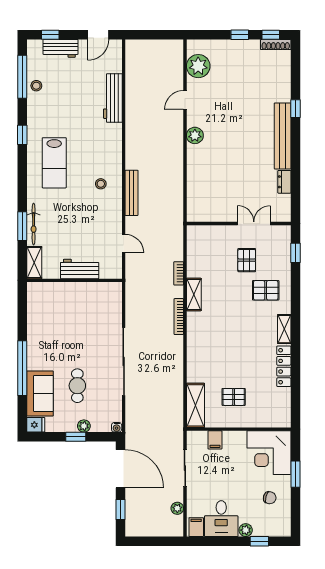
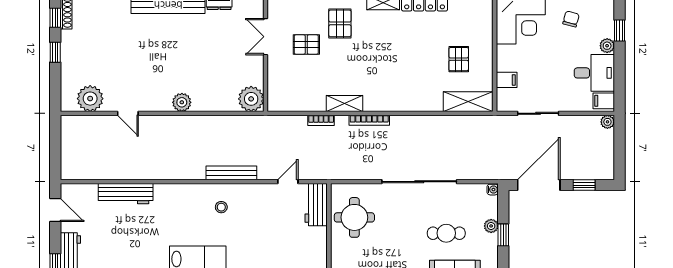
plant: (195, 135) -> (182, 102), moved
plant: (198, 211) -> (251, 99), added
workbench: (80, 269) -> (316, 205), moved
round table: (92, 303) -> (354, 217), added
plant: (177, 508) -> (607, 122), moved

